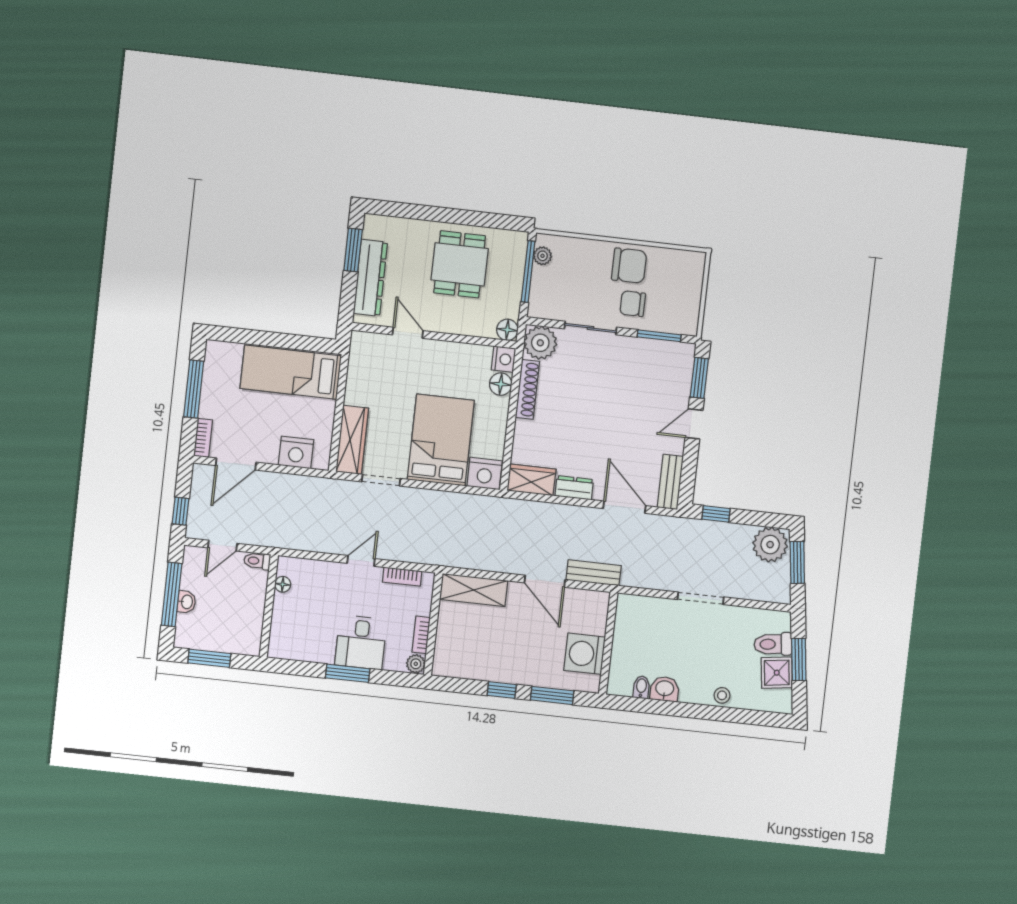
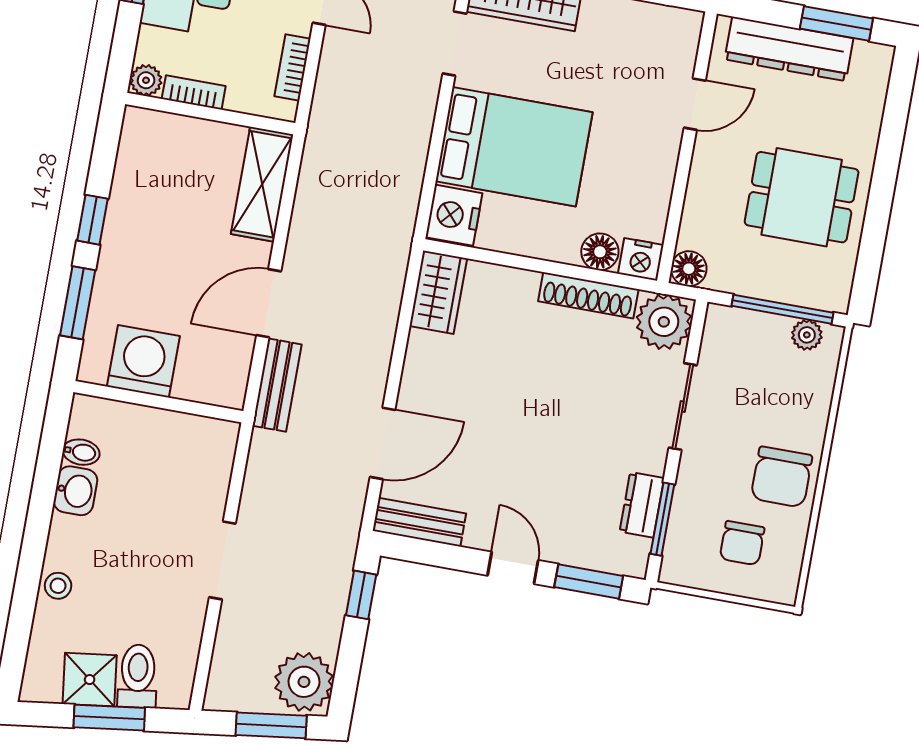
chair: (633, 304) -> (742, 543), moved, turned 180
dresser: (574, 488) -> (642, 505), moved, turned 180

